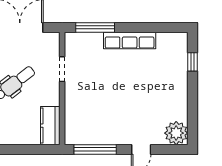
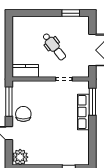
row of seats: (130, 40) -> (83, 112), moved
chair: (113, 128) -> (23, 114), added

